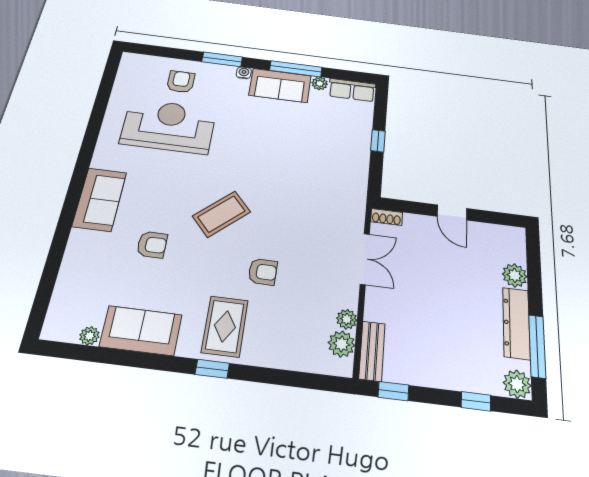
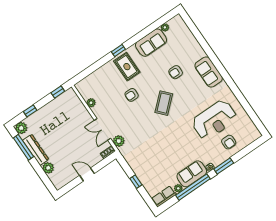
window: (296, 69) -> (193, 187), width x1.46
plant: (342, 344) -> (119, 141), moved
bench: (372, 351) -> (75, 99), removed

